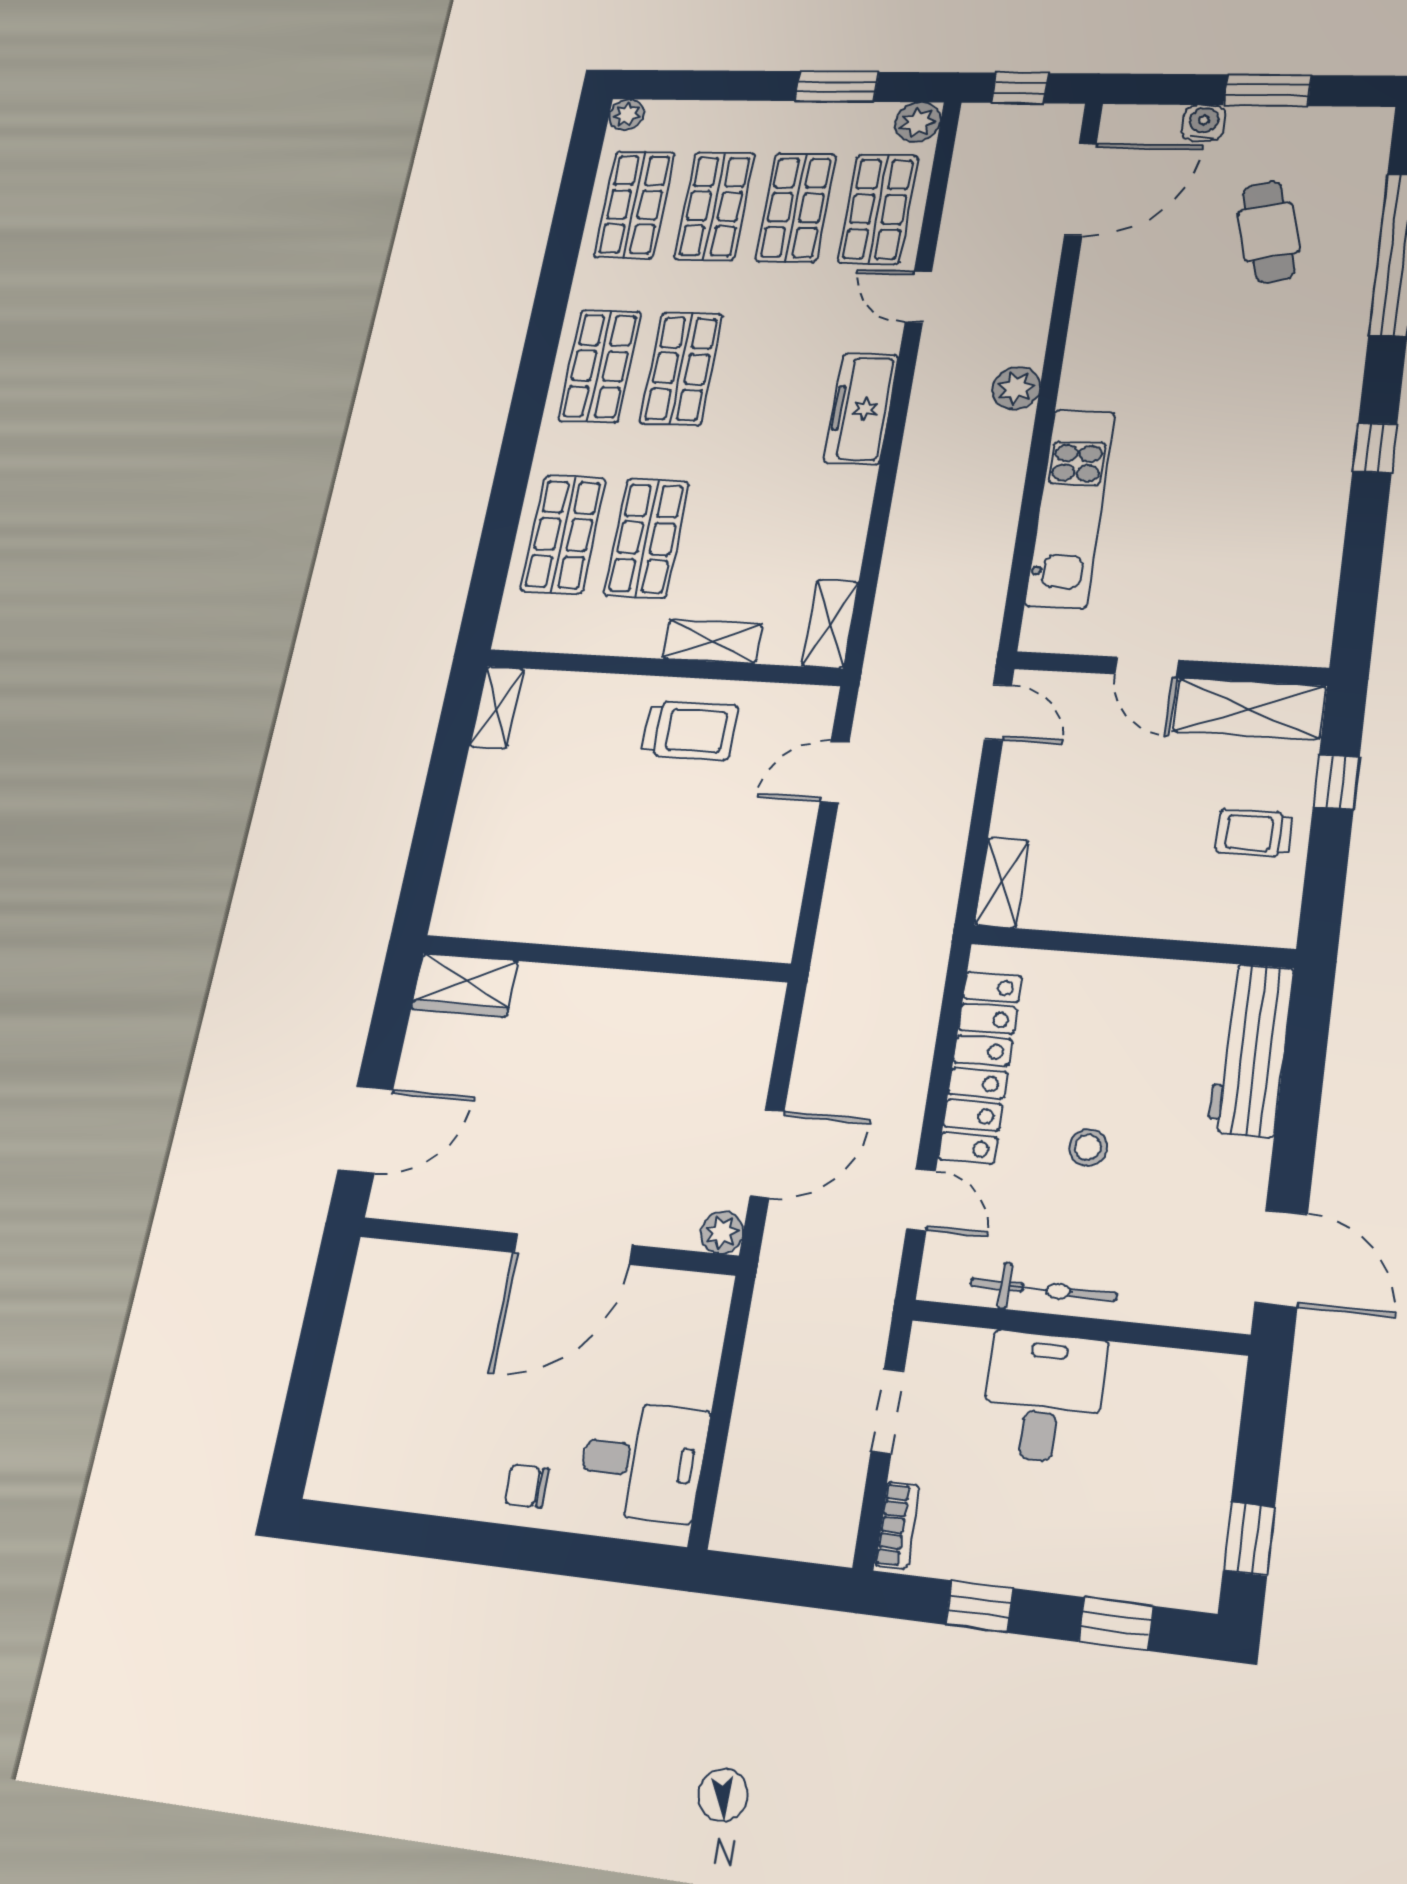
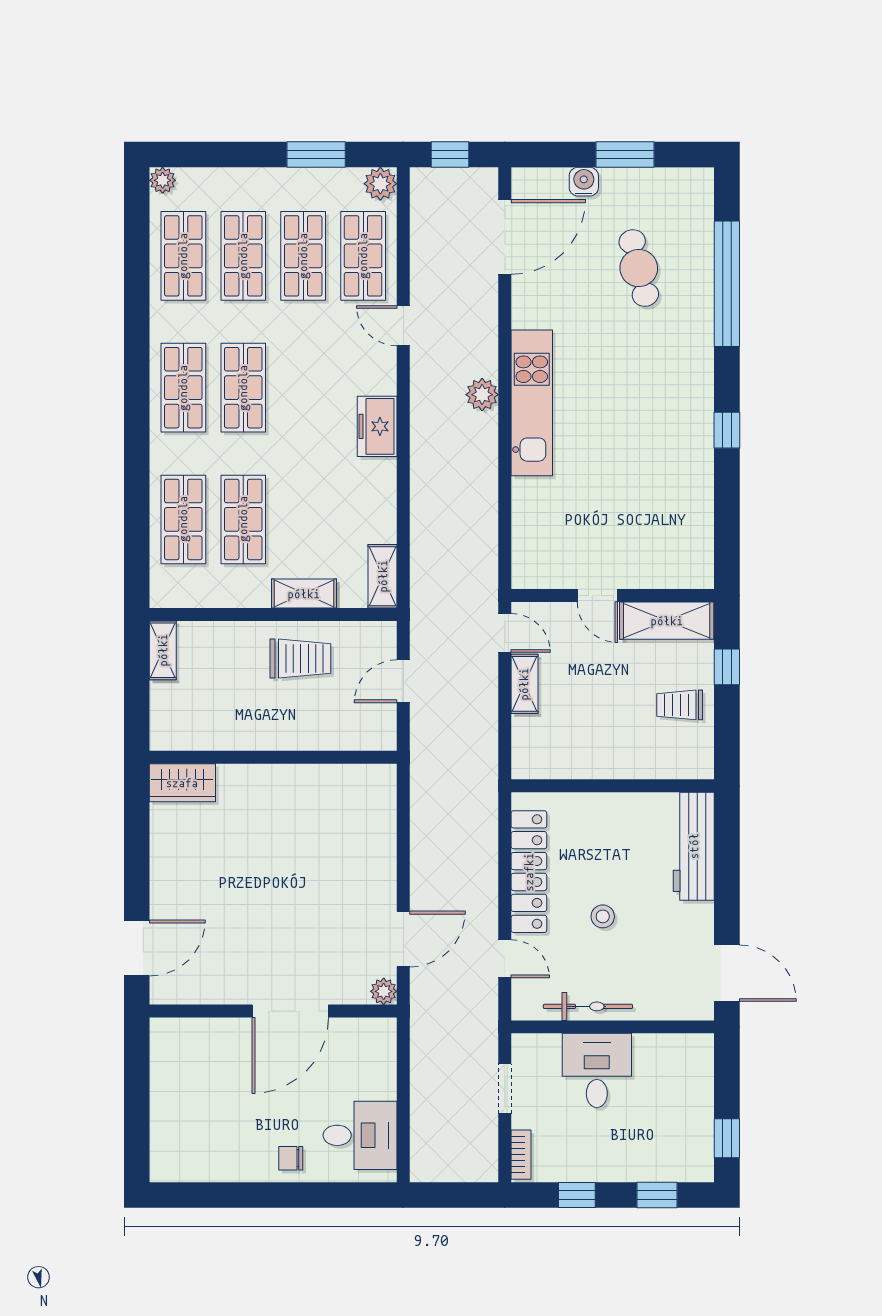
freezer: (861, 409) -> (377, 426), width x0.71
kitchen unit: (1070, 508) -> (532, 403), moved
shelving: (1002, 883) -> (524, 684), moved
wall: (605, 958) -> (273, 757), moved
wardrobe: (465, 985) -> (182, 783), moved

